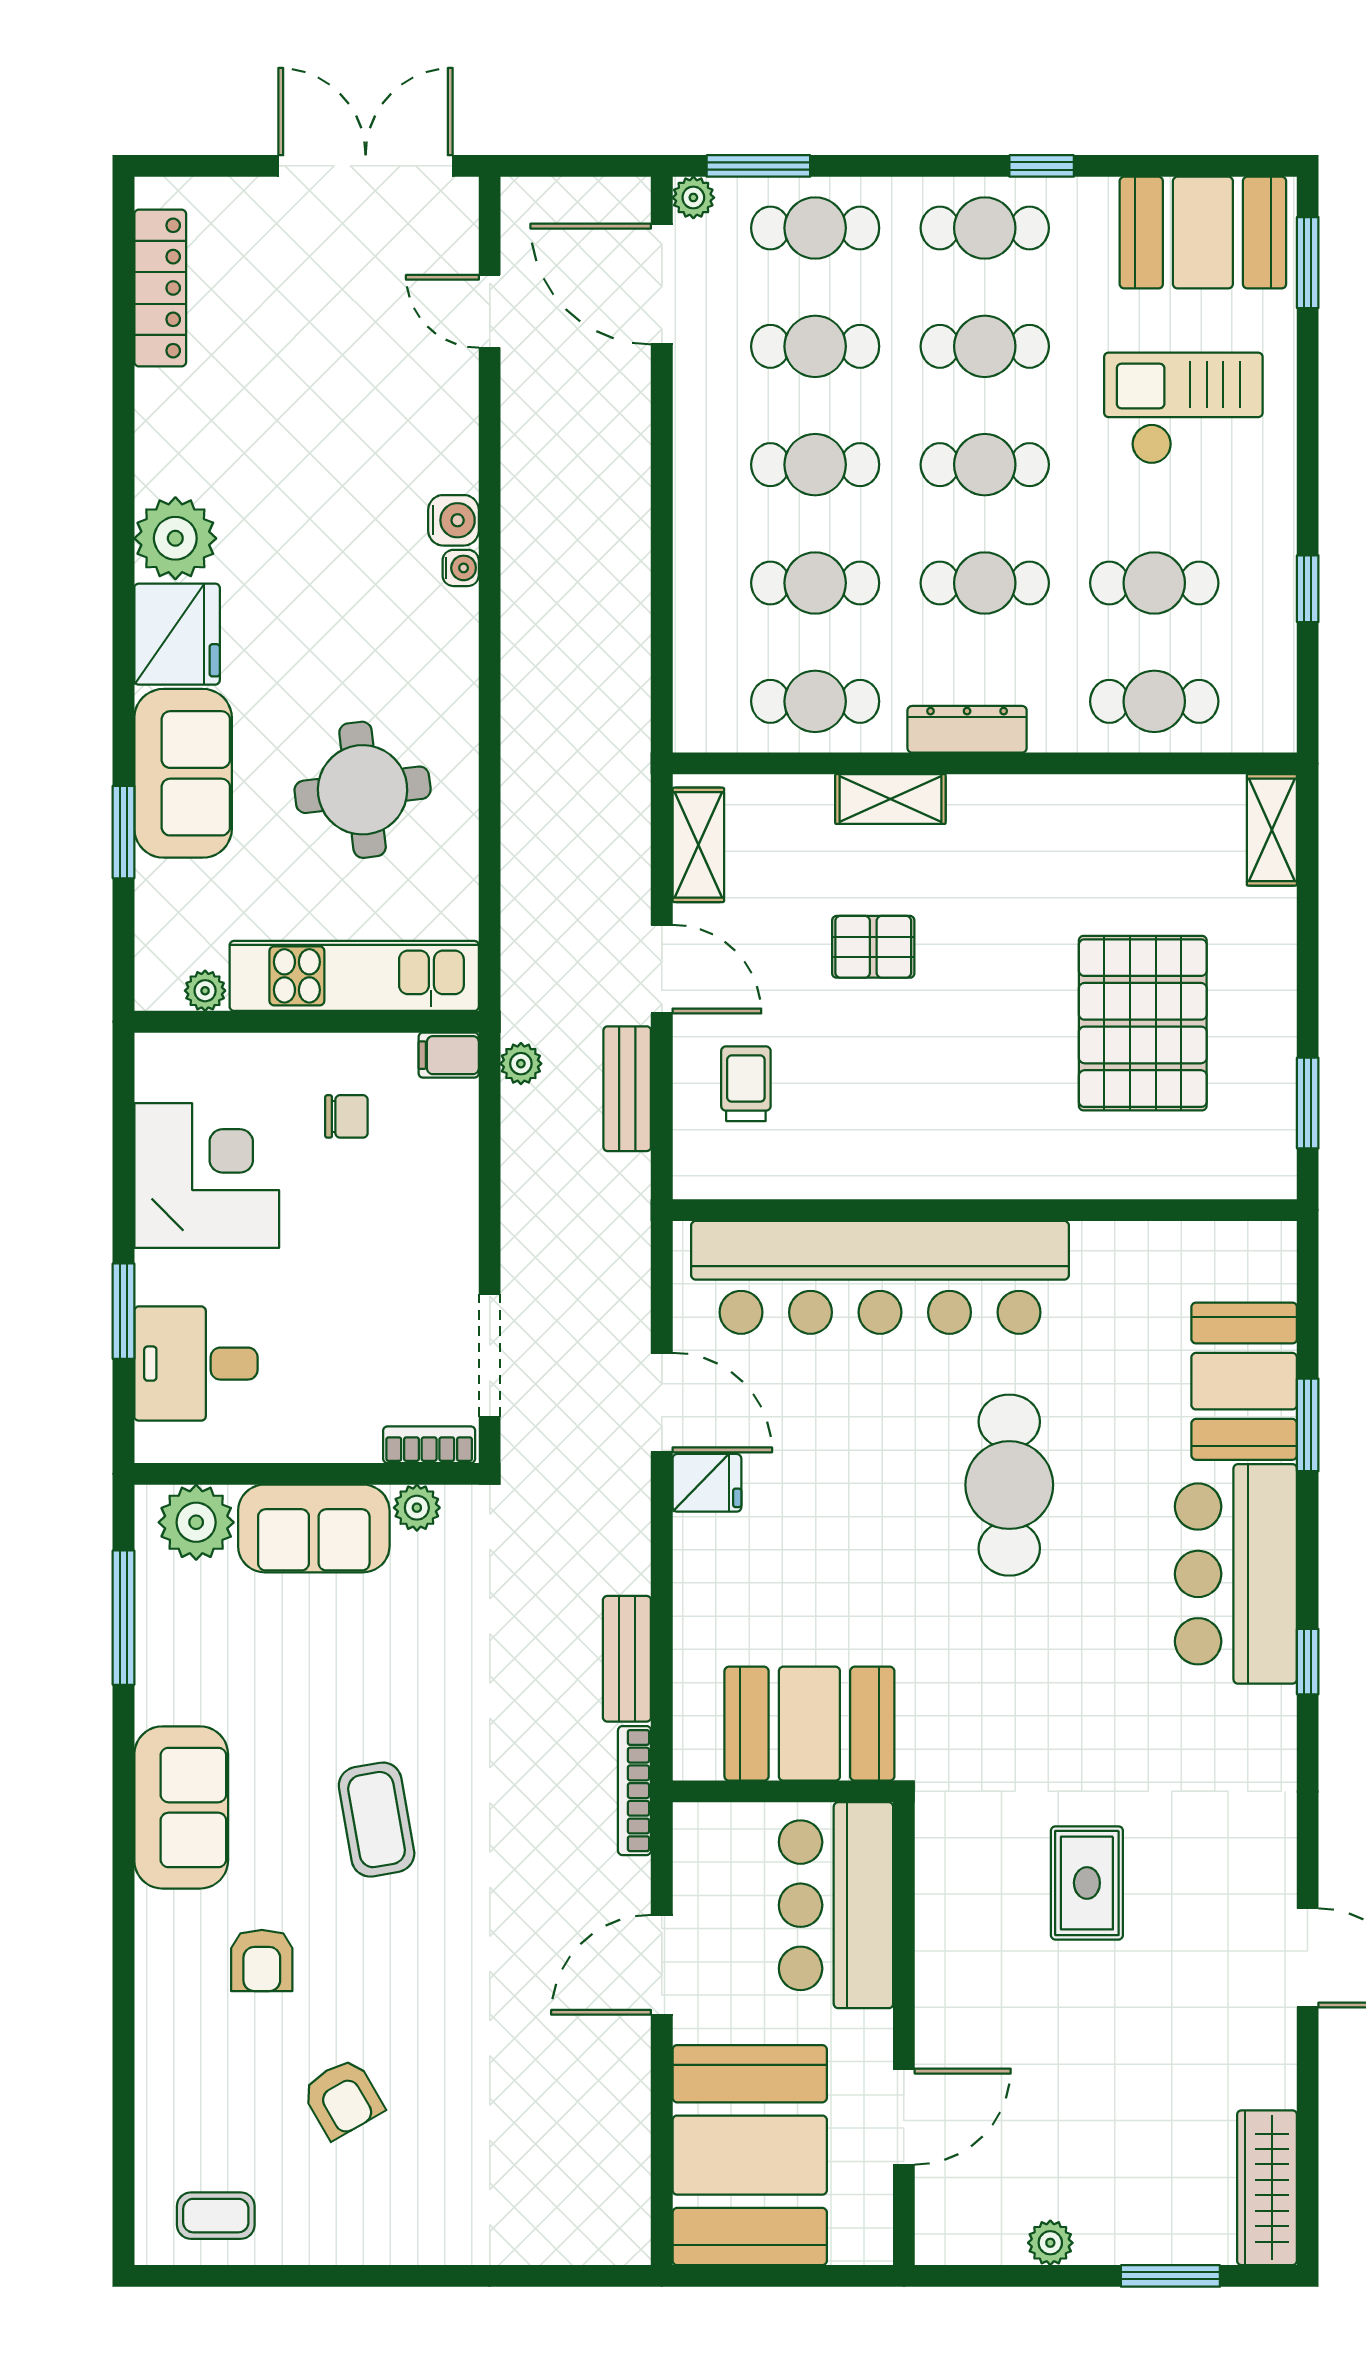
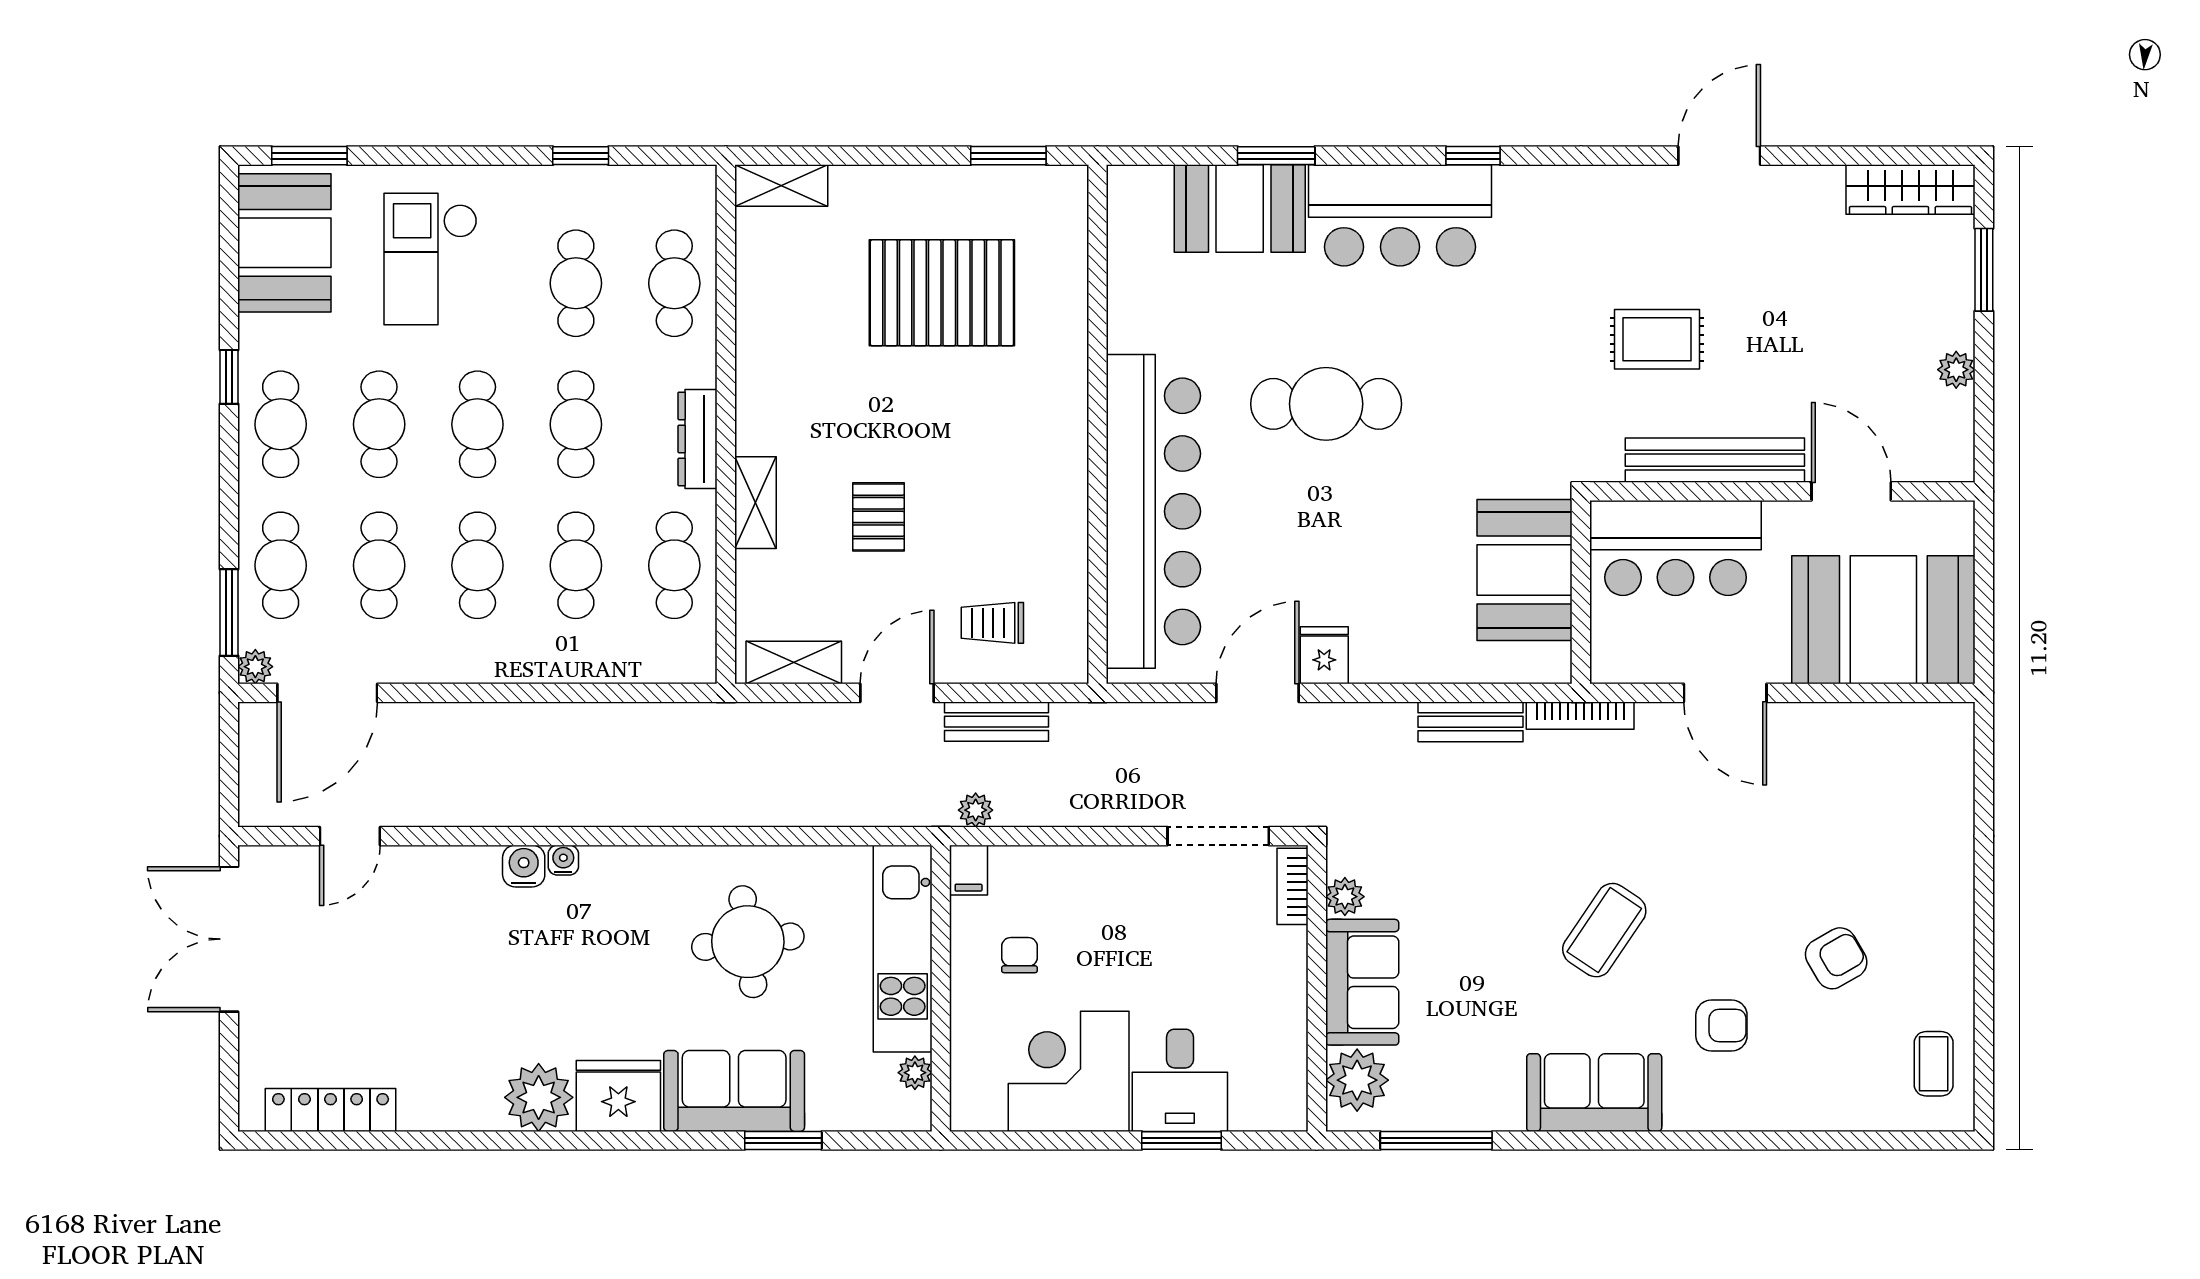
desk: (196, 1364) -> (1180, 1080), moved
coffee table: (377, 1820) -> (1604, 930), turned -46
bench: (942, 1953) -> (1715, 460), added

